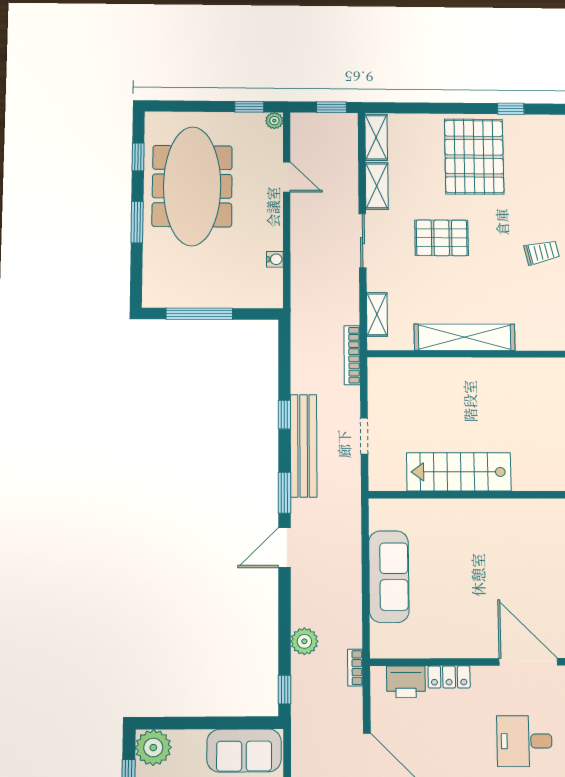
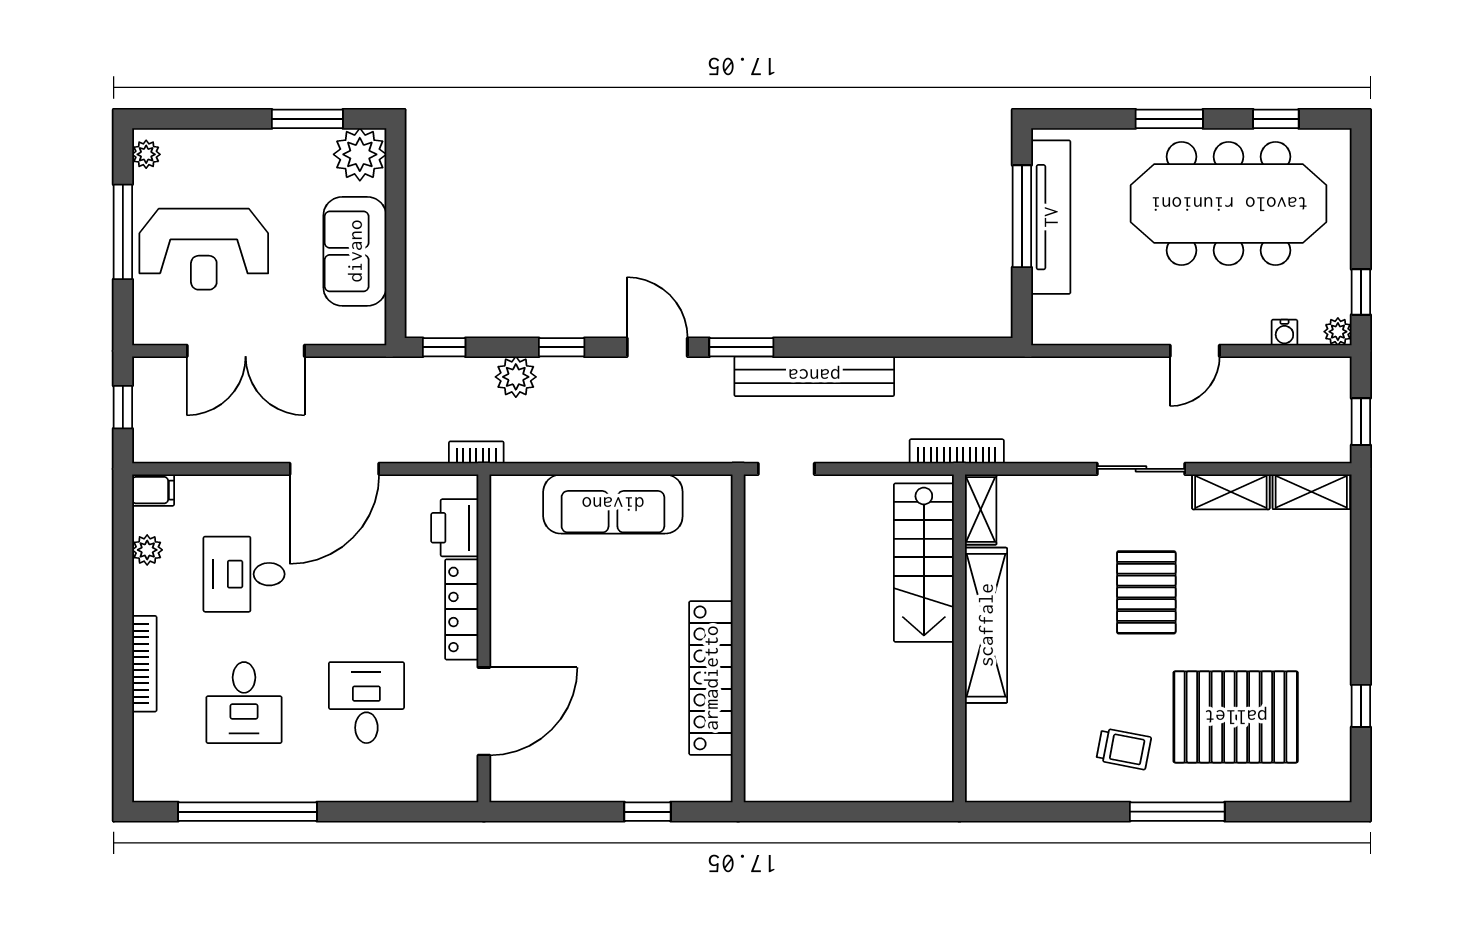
pallet: (474, 157) -> (1236, 717), moved
door: (287, 177) -> (1195, 351), moved
trolley: (542, 252) -> (1124, 749), turned -66
water cooler: (275, 259) -> (1284, 333), moved
tv unit: (200, 296) -> (1051, 217), added
shelving: (377, 314) -> (981, 510), moved, turned 90
window: (284, 415) -> (562, 347), moved
doorway: (364, 436) -> (786, 469), moved
stairs: (459, 472) -> (924, 563), moved, turned 180
locker: (503, 512) -> (711, 678), added
locker: (449, 677) -> (462, 609), width x1.53
sofa: (244, 751) -> (355, 251), moved

